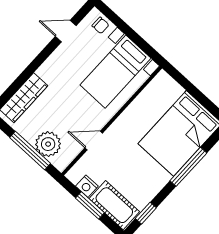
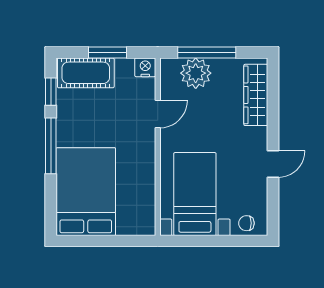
door: (66, 31) -> (273, 164), moved
window: (188, 167) -> (51, 146), moved
nightstand: (87, 186) -> (145, 67), moved

